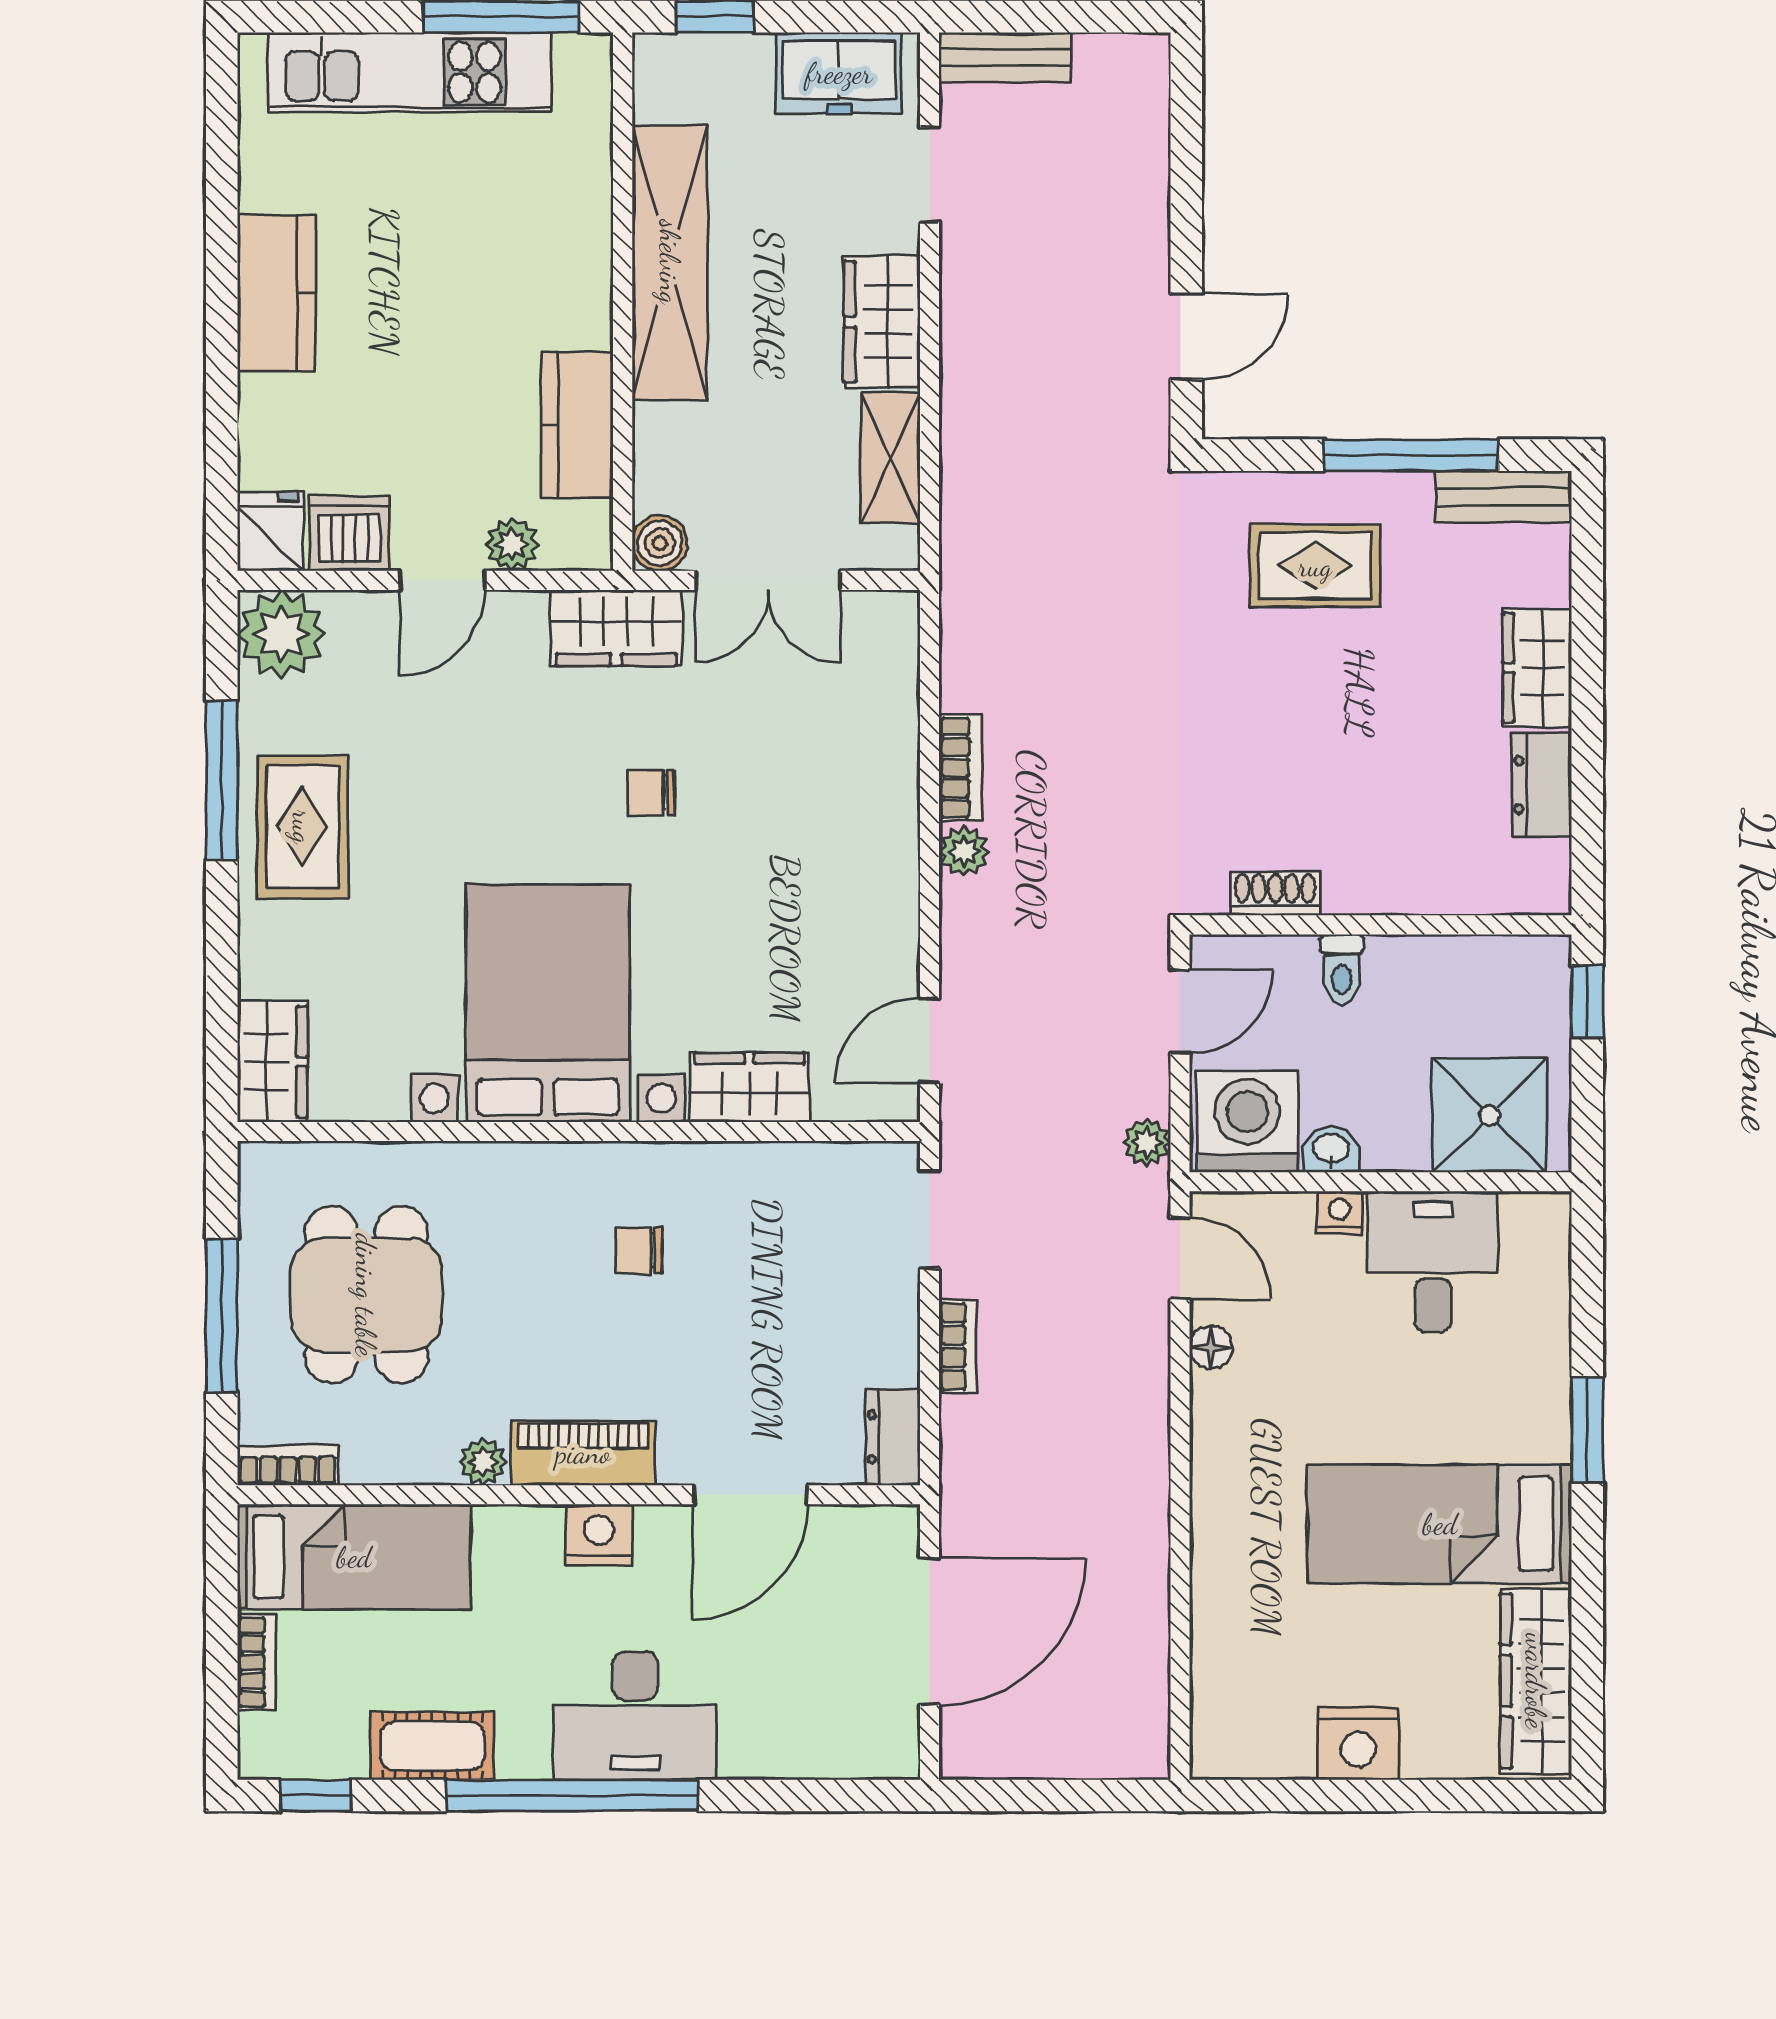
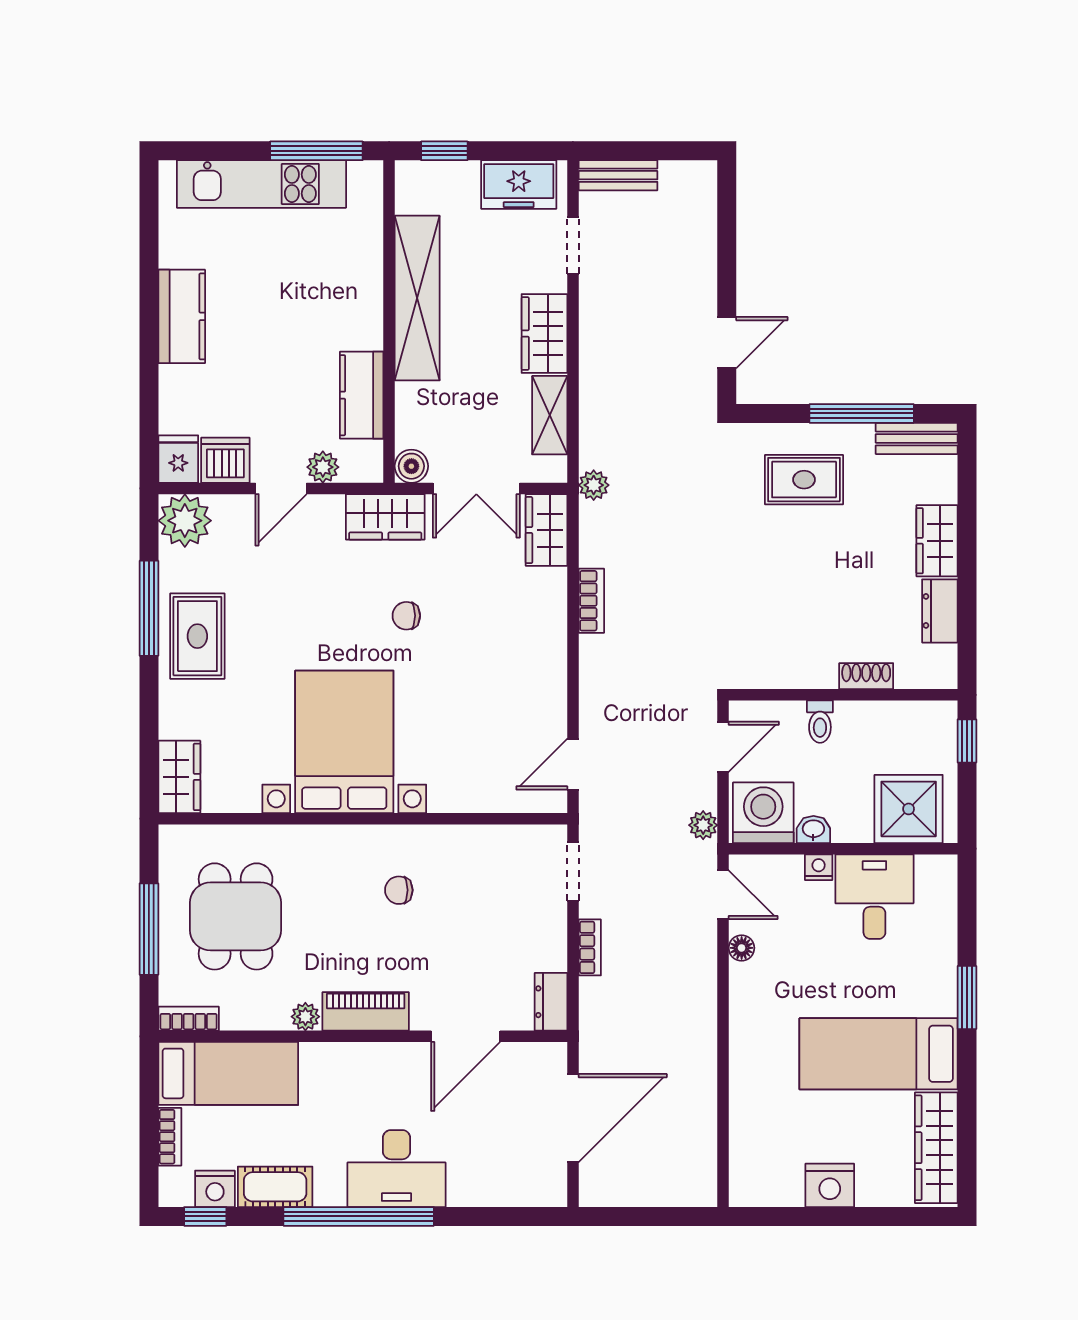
plant: (964, 851) -> (594, 485), moved
shoe rack: (1275, 894) -> (866, 676), moved
wardrobe: (750, 1087) -> (547, 530), moved, turned -90
nightstand: (599, 1535) -> (215, 1189), moved, turned 180

